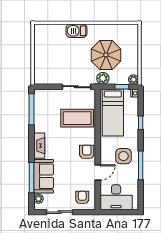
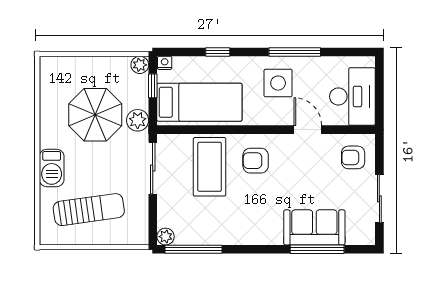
sun lounger: (53, 51) -> (89, 210), added
fireplace: (39, 146) -> (259, 235), removed
armchair: (87, 152) -> (256, 161), moved
plant: (39, 199) -> (166, 237), moved

